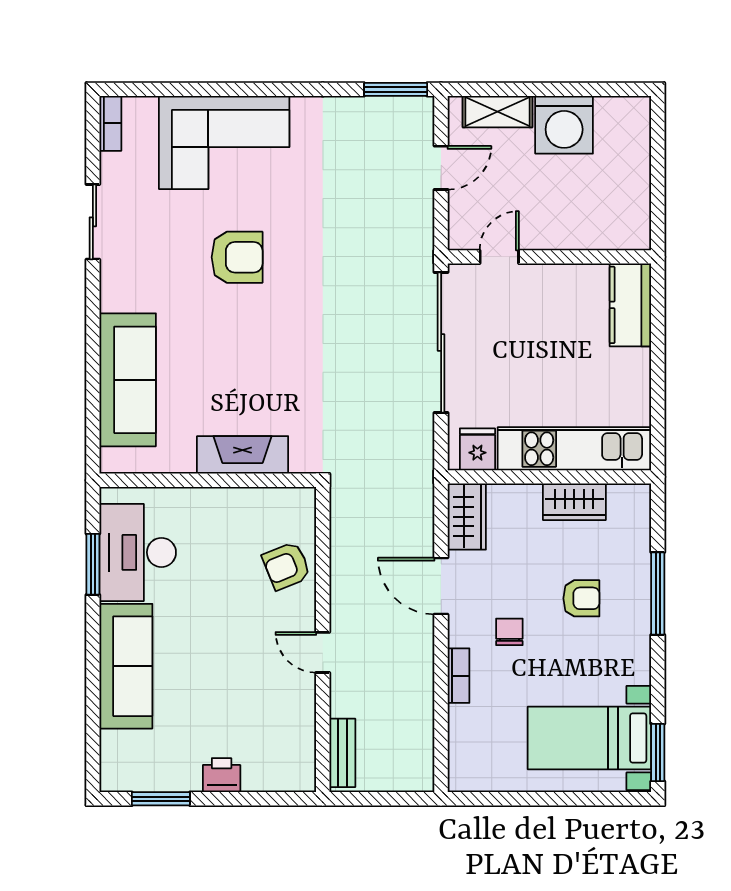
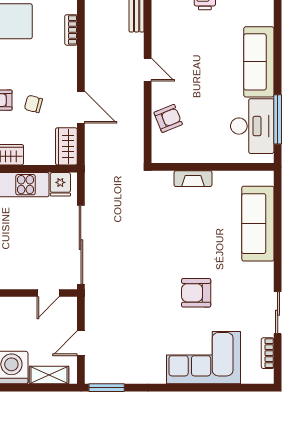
bookcase: (110, 123) -> (268, 353), moved
fireplace: (243, 455) -> (193, 179), width x0.73, depth x0.76
window: (93, 564) -> (278, 119), width x1.44
chair: (509, 632) -> (33, 104), moved, turned 105
bookcase: (458, 676) -> (71, 30), moved

